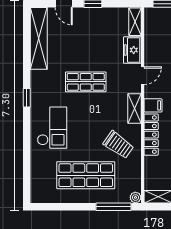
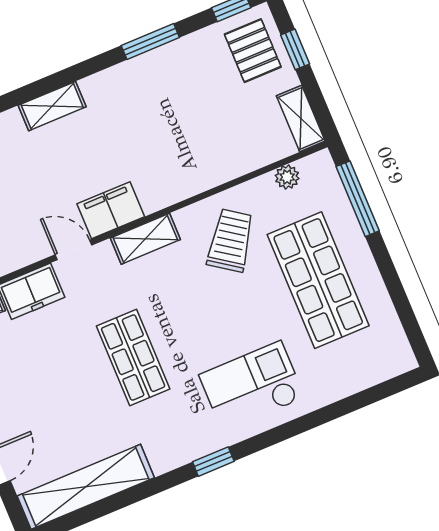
filing cabinet: (153, 105) -> (111, 210), width x2.00
locker: (151, 135) -> (183, 184), removed
plant: (135, 197) -> (287, 177), moved

